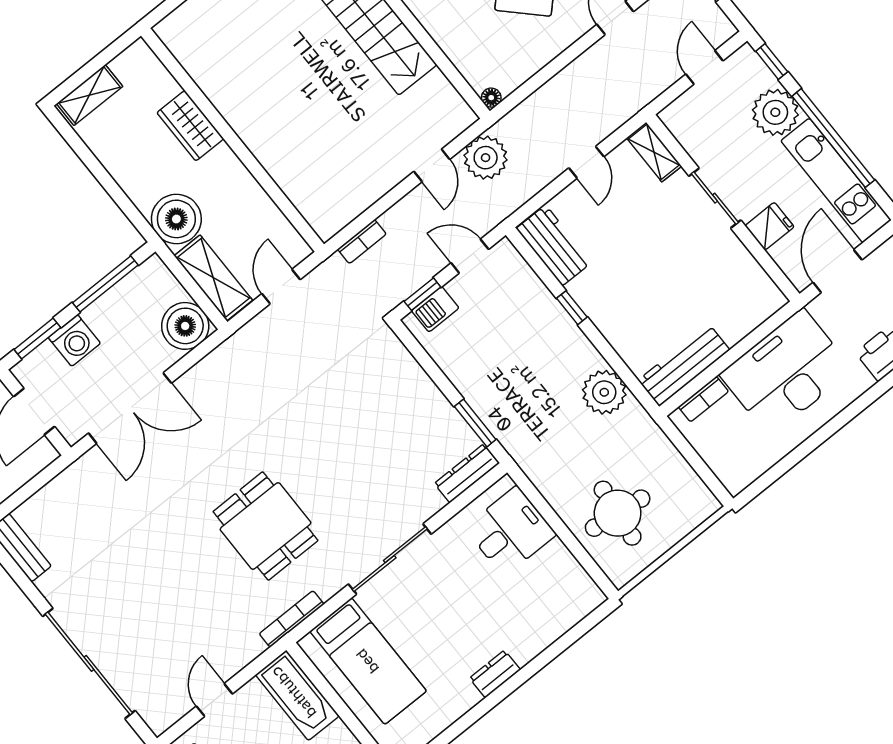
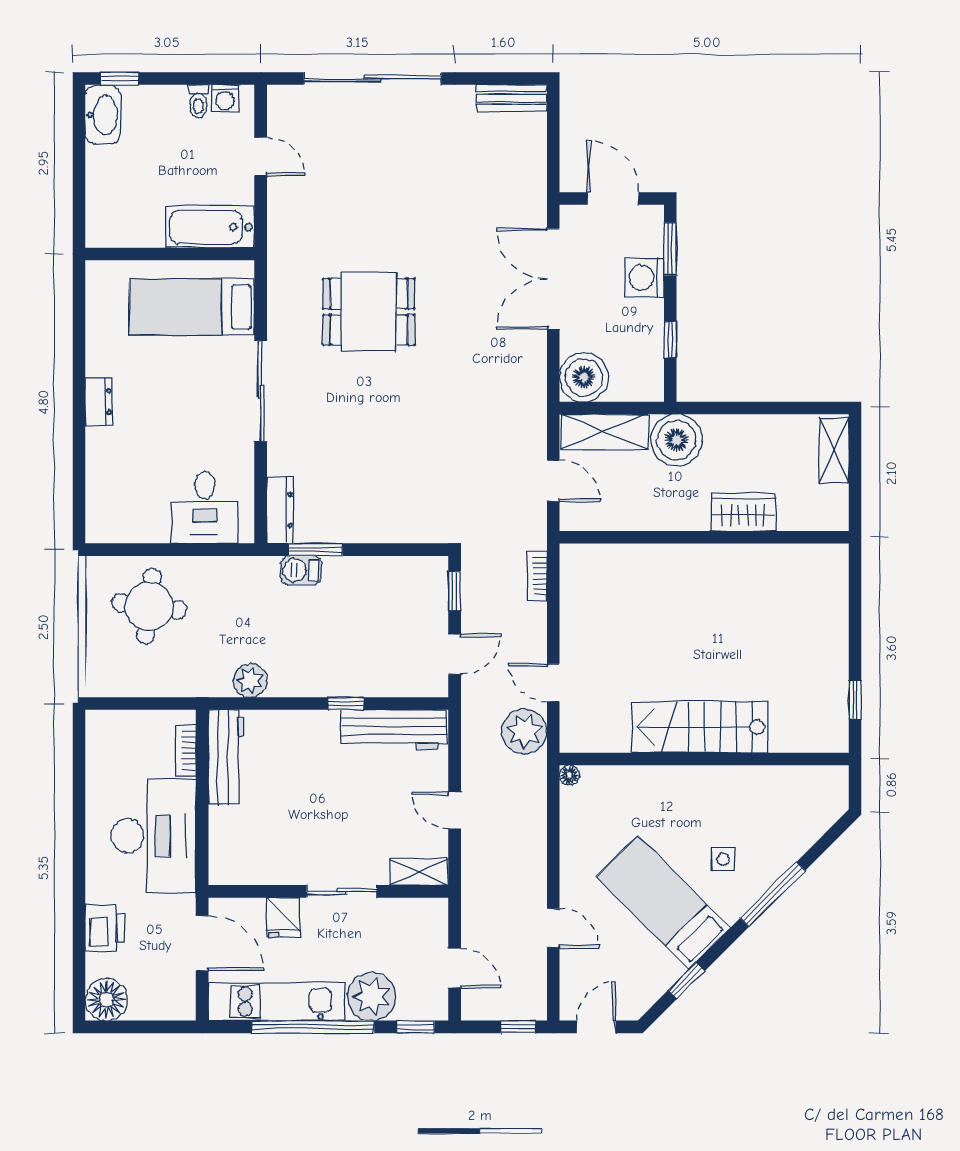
workbench: (554, 245) -> (394, 730), width x1.38
window: (105, 284) -> (670, 340), width x0.46
barbecue: (435, 309) -> (301, 570), moved, turned -90
plant: (604, 392) -> (250, 681), width x0.73, depth x0.73
bookcase: (292, 619) -> (276, 272), removed

